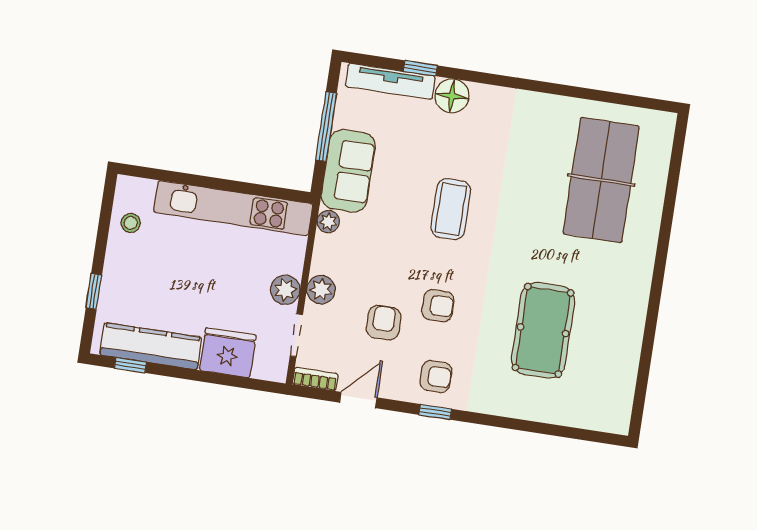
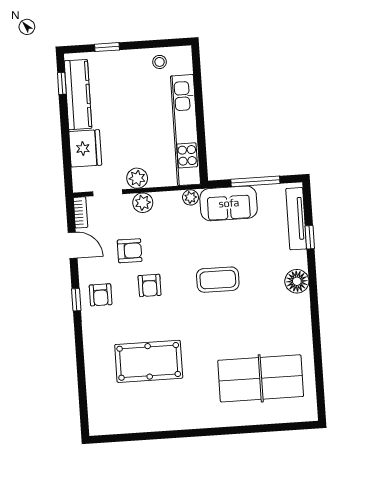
floor lamp: (452, 96) -> (297, 281), moved

